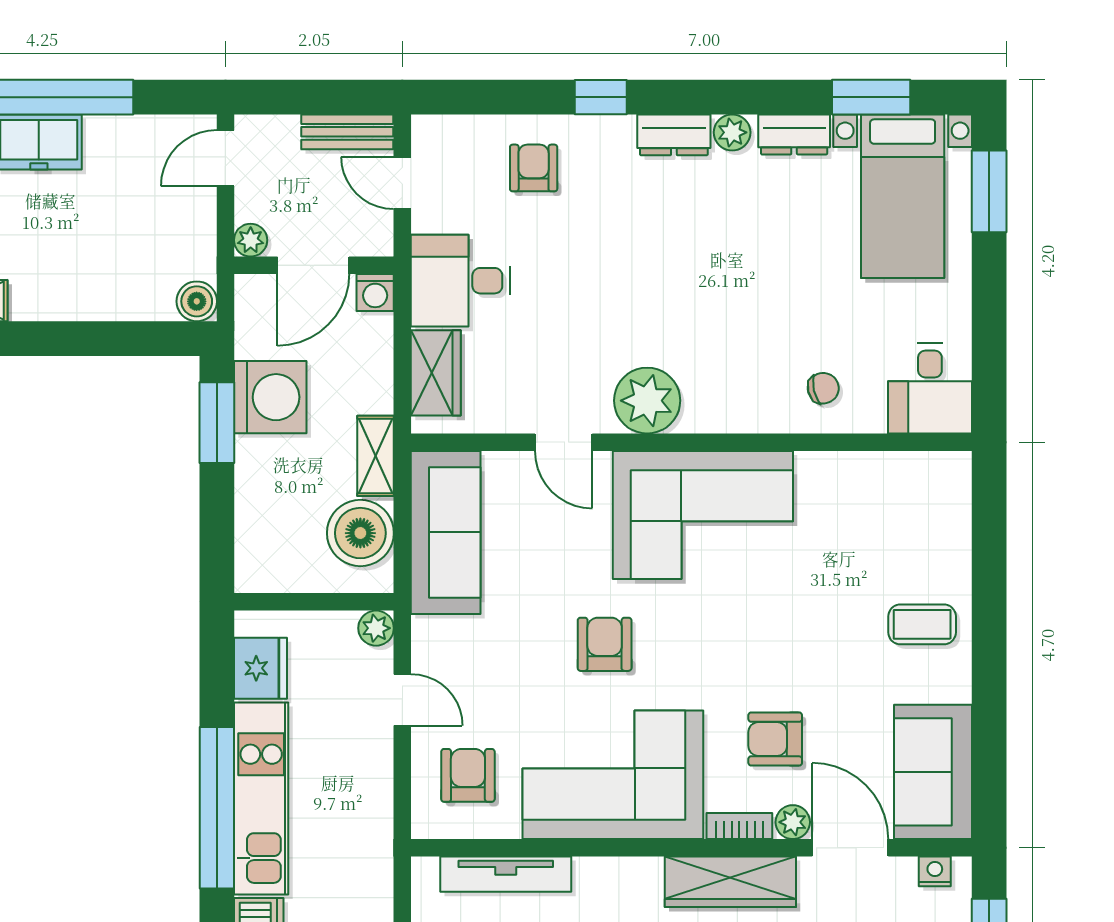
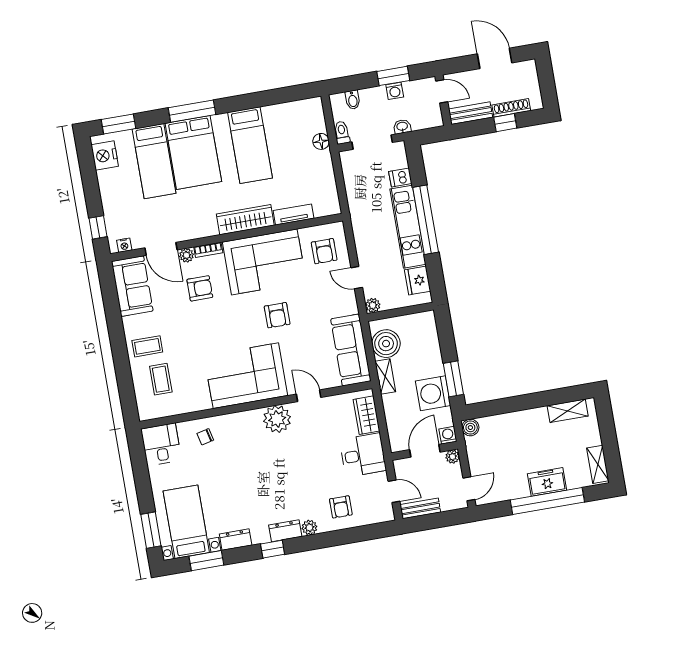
window: (601, 97) -> (273, 549), moved
plant: (732, 132) -> (309, 527), moved
washing machine: (375, 293) -> (448, 435), moved
coffee table: (904, 542) -> (161, 379), added
tv unit: (506, 874) -> (294, 214), width x0.71
wardrobe: (730, 882) -> (245, 220), moved

